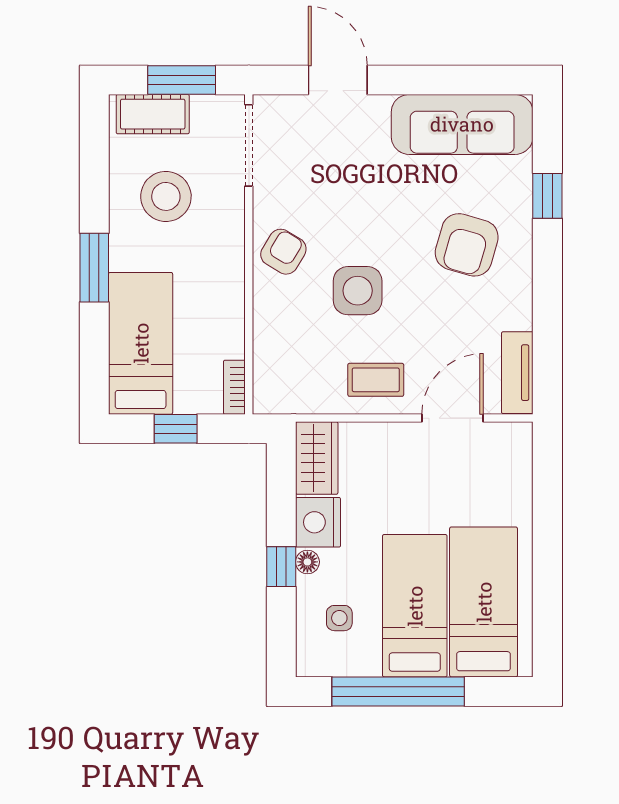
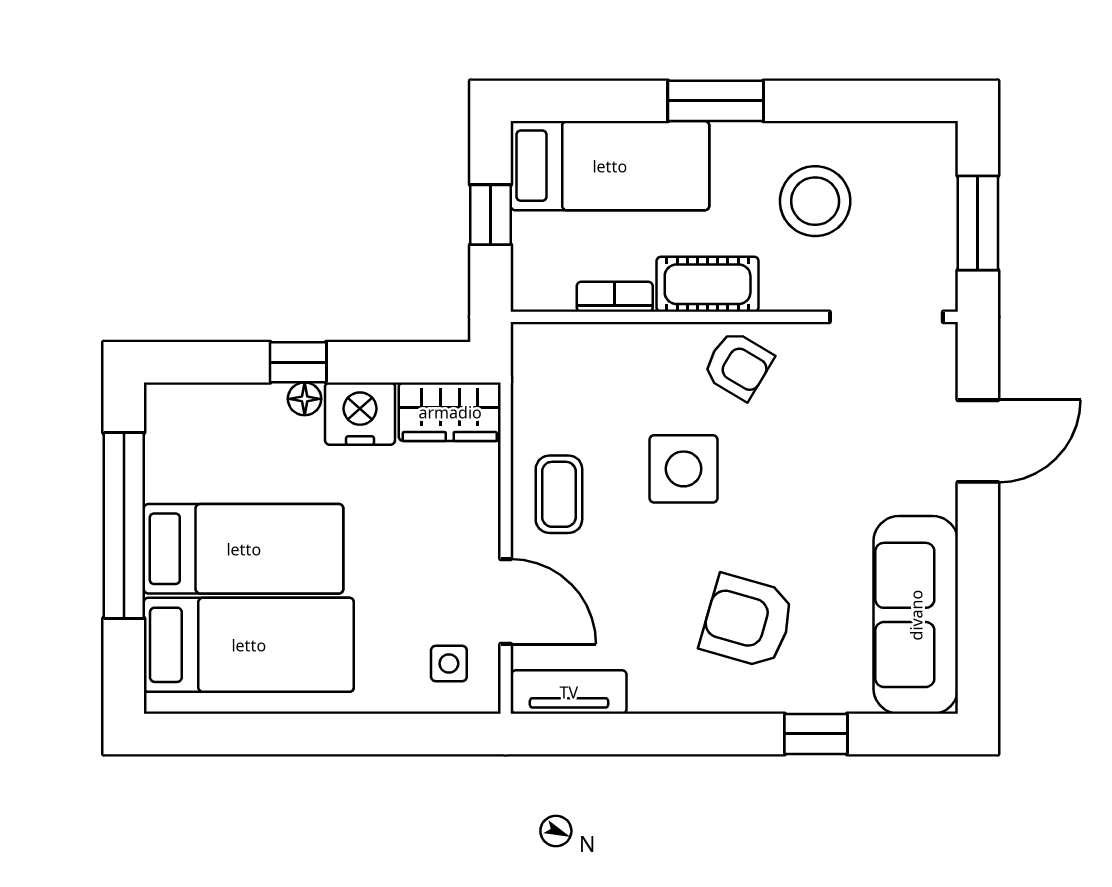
cot: (153, 114) -> (708, 284), moved, turned 90
bookcase: (234, 387) -> (615, 297), moved
side table: (339, 618) -> (449, 664), moved

